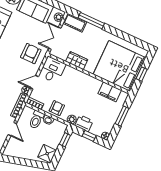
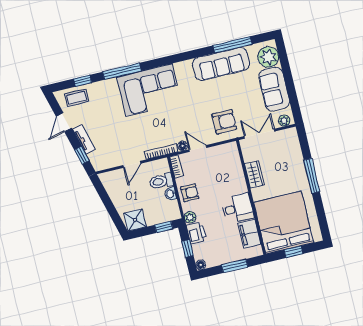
window: (91, 21) -> (312, 176), moved
cot: (75, 23) -> (292, 142), removed
desk: (52, 70) -> (237, 208), moved

